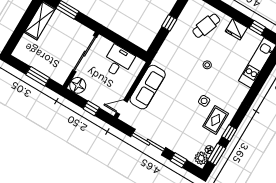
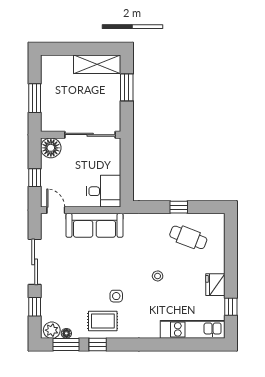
cafe table: (206, 26) -> (188, 237), moved
desk: (118, 61) -> (103, 191), moved

